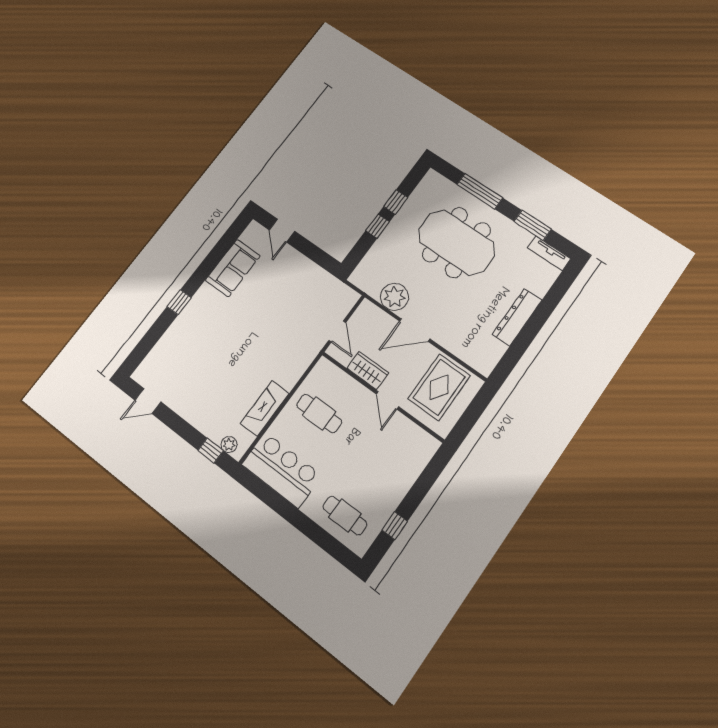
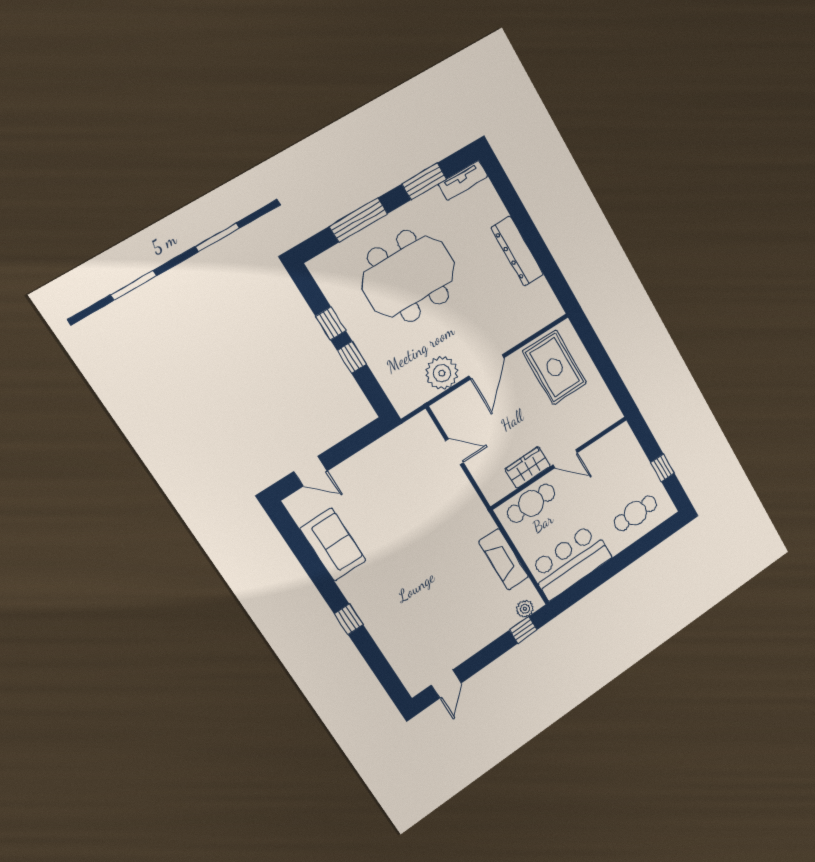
wardrobe: (368, 370) -> (528, 467), moved
wall: (382, 397) -> (560, 463), moved
door: (387, 400) -> (565, 459), moved

